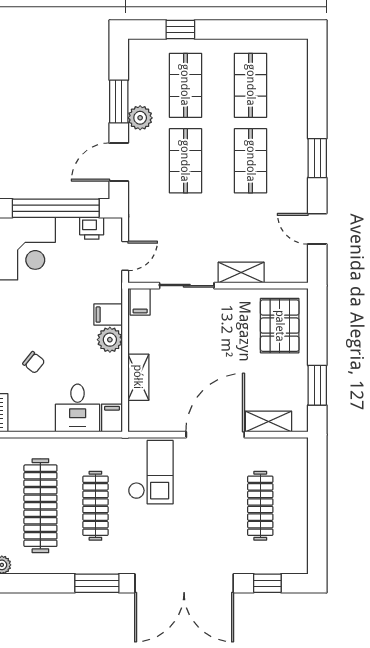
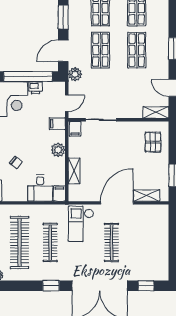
plant: (140, 118) -> (75, 74), moved
printer: (92, 228) -> (35, 88), moved
shelving: (241, 273) -> (156, 112), moved
filing cabinet: (108, 315) -> (57, 124), moved
pallet: (280, 326) -> (153, 142), width x0.67, depth x0.71
checkout: (151, 472) -> (81, 224), turned 180
clothes rail: (260, 506) -> (111, 242), moved
window: (97, 583) -> (51, 286), width x0.67

